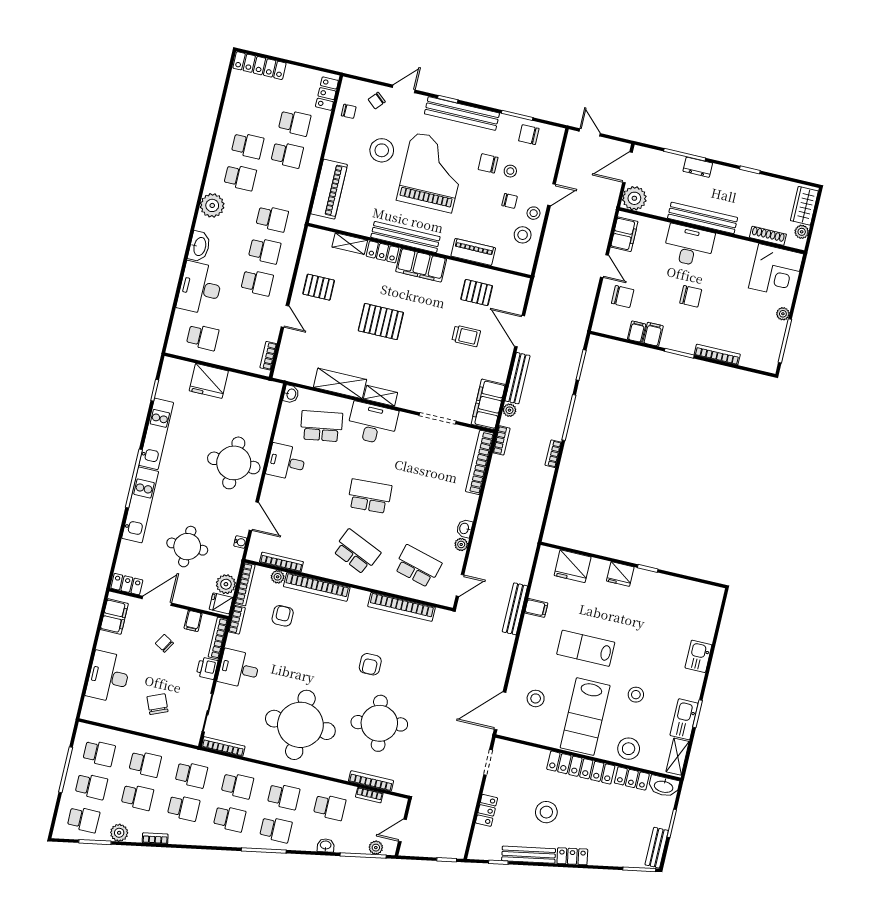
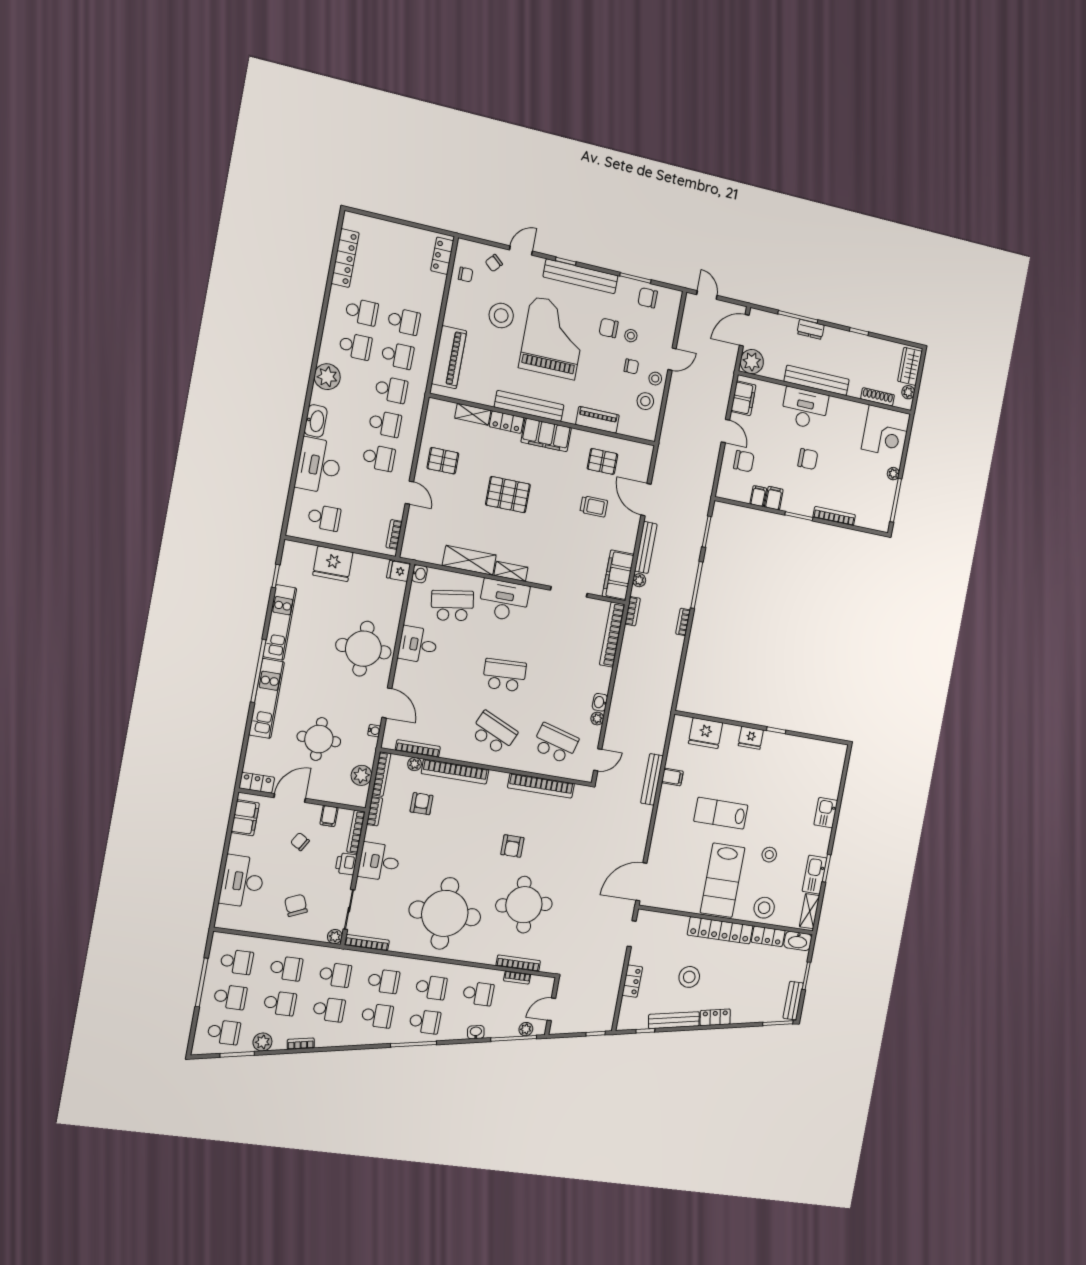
locker: (259, 66) -> (345, 258), moved, turned -90
school desk: (295, 123) -> (397, 355), moved
fridge: (221, 603) -> (399, 571), moved
stool: (536, 698) -> (675, 867), removed
plant: (193, 738) -> (335, 937), added

